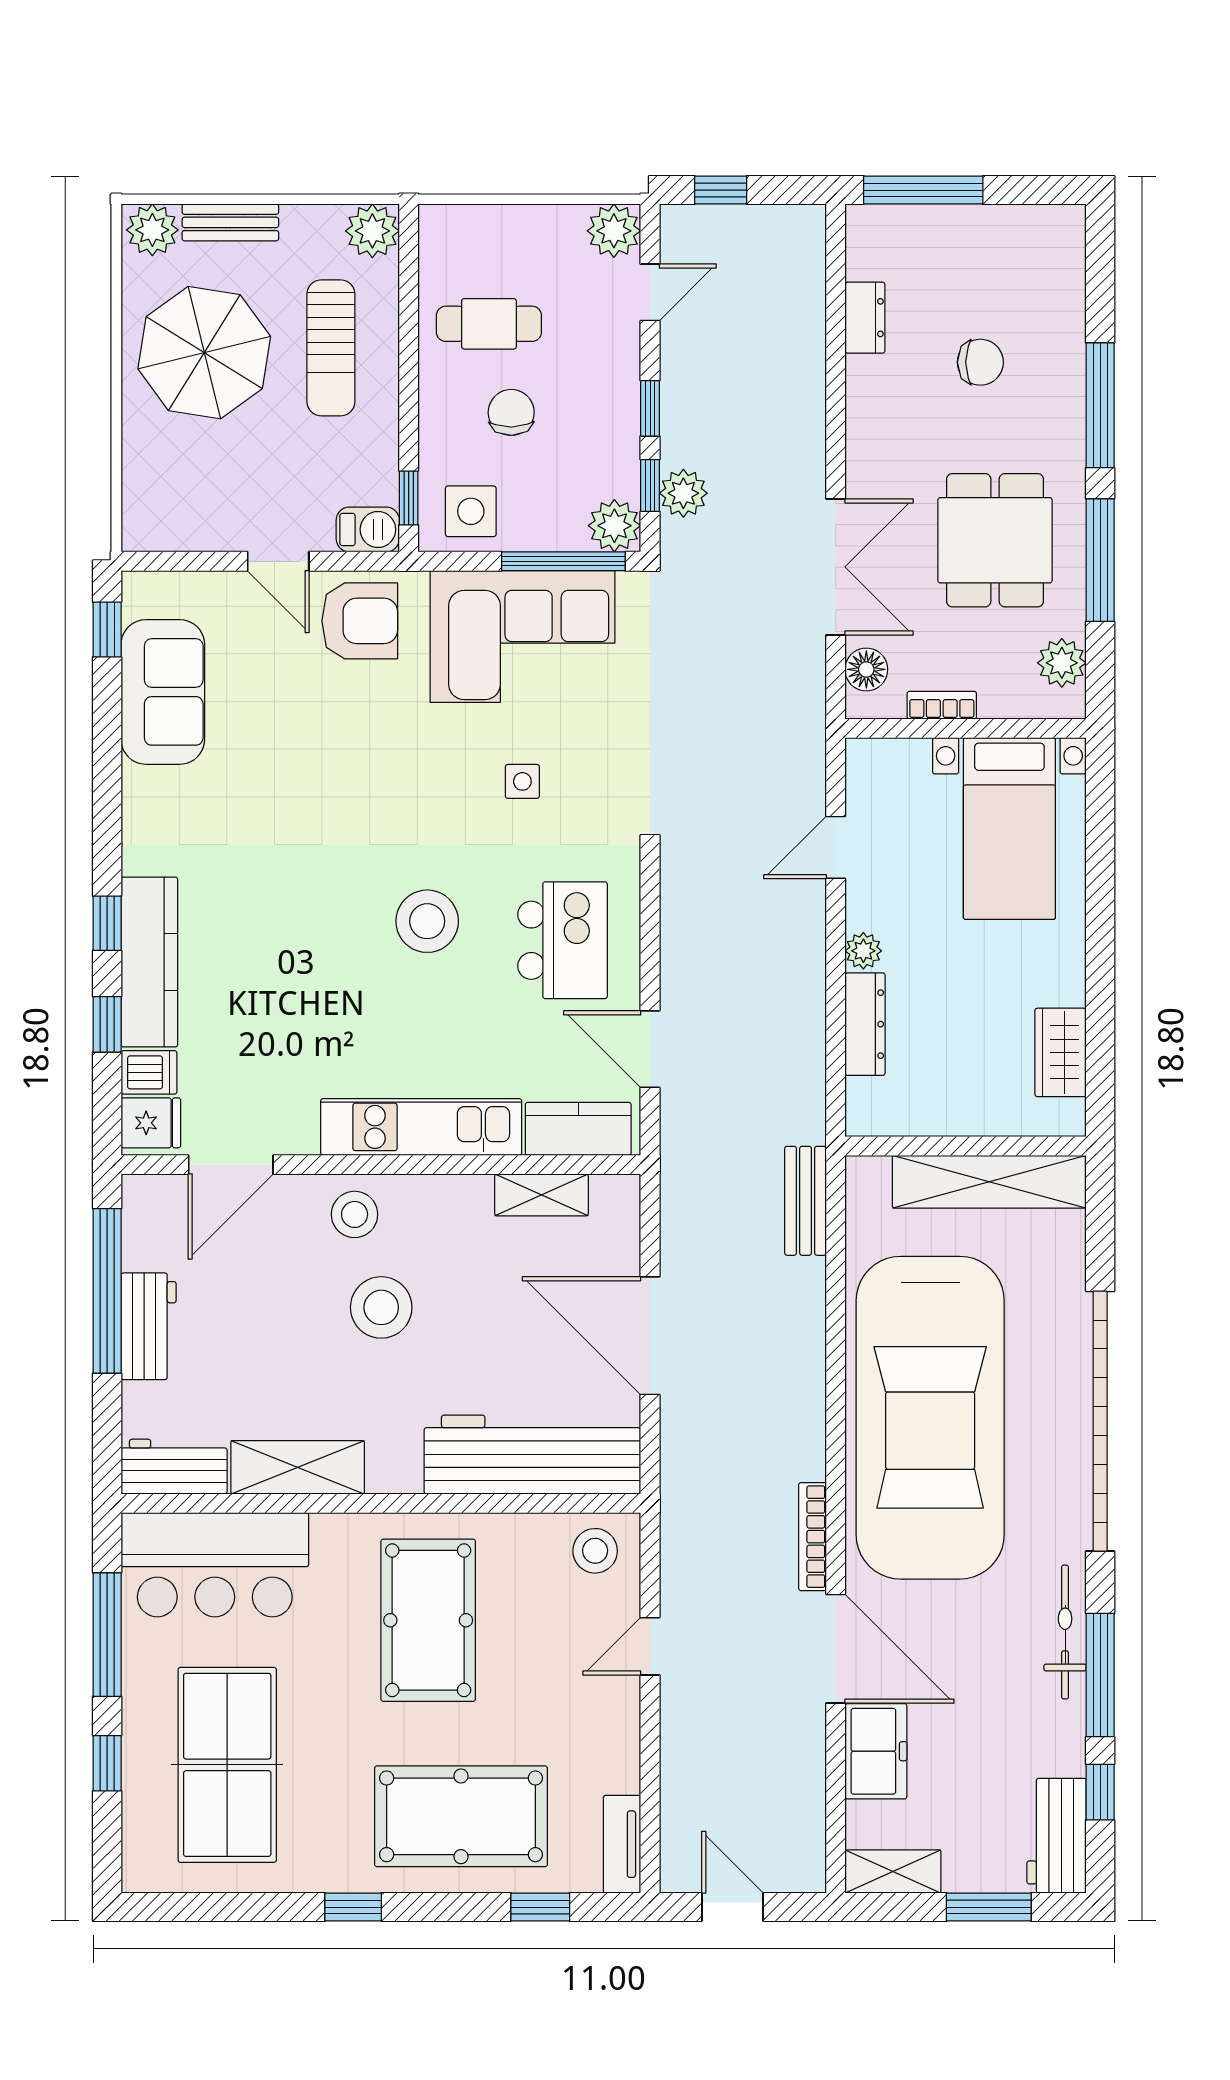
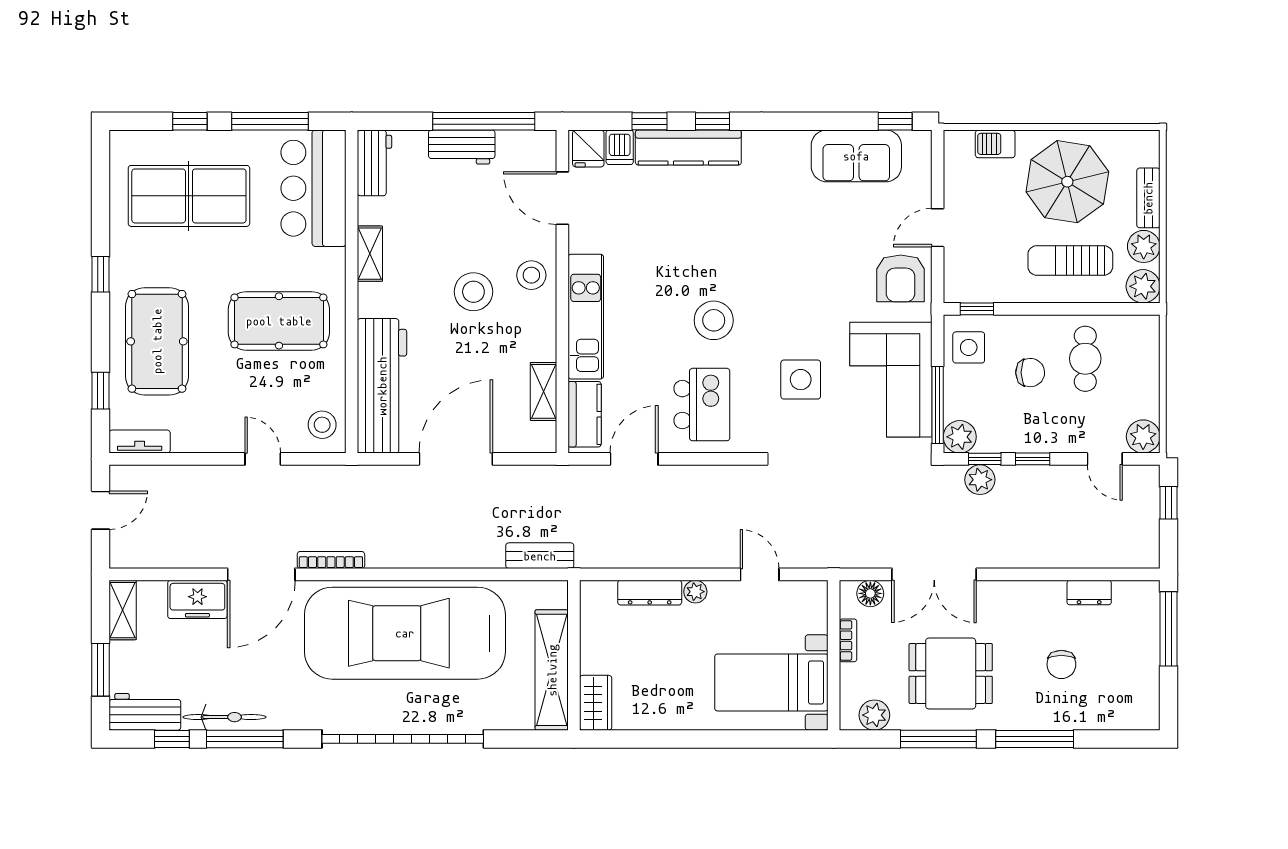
plant: (152, 230) -> (1144, 246), moved
barbecue: (368, 529) -> (995, 144), moved, turned 90
side table: (522, 781) -> (801, 380), width x1.87, depth x1.87
kitchen island: (563, 940) -> (702, 405), turned -90
wardrobe: (1061, 1052) -> (596, 703), moved, turned 90
shelving: (298, 1467) -> (370, 254), width x0.67, depth x0.75
bicycle: (1065, 1632) -> (225, 717), moved

